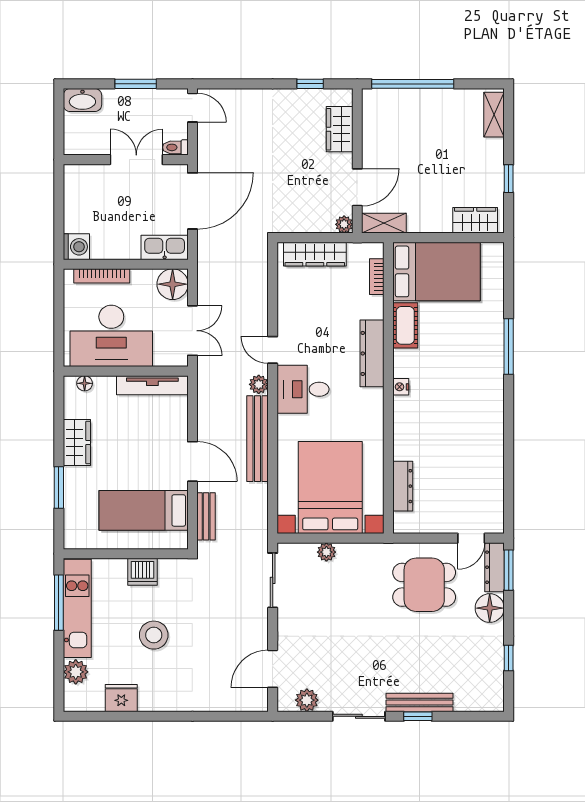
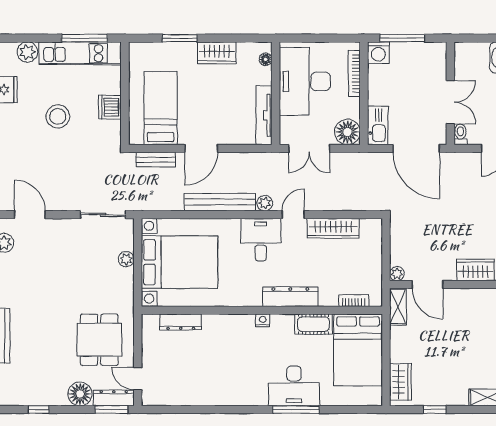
window: (59, 218) -> (402, 38), added
wardrobe: (315, 254) -> (333, 228), moved, turned -90
desk: (480, 349) -> (294, 386), added

